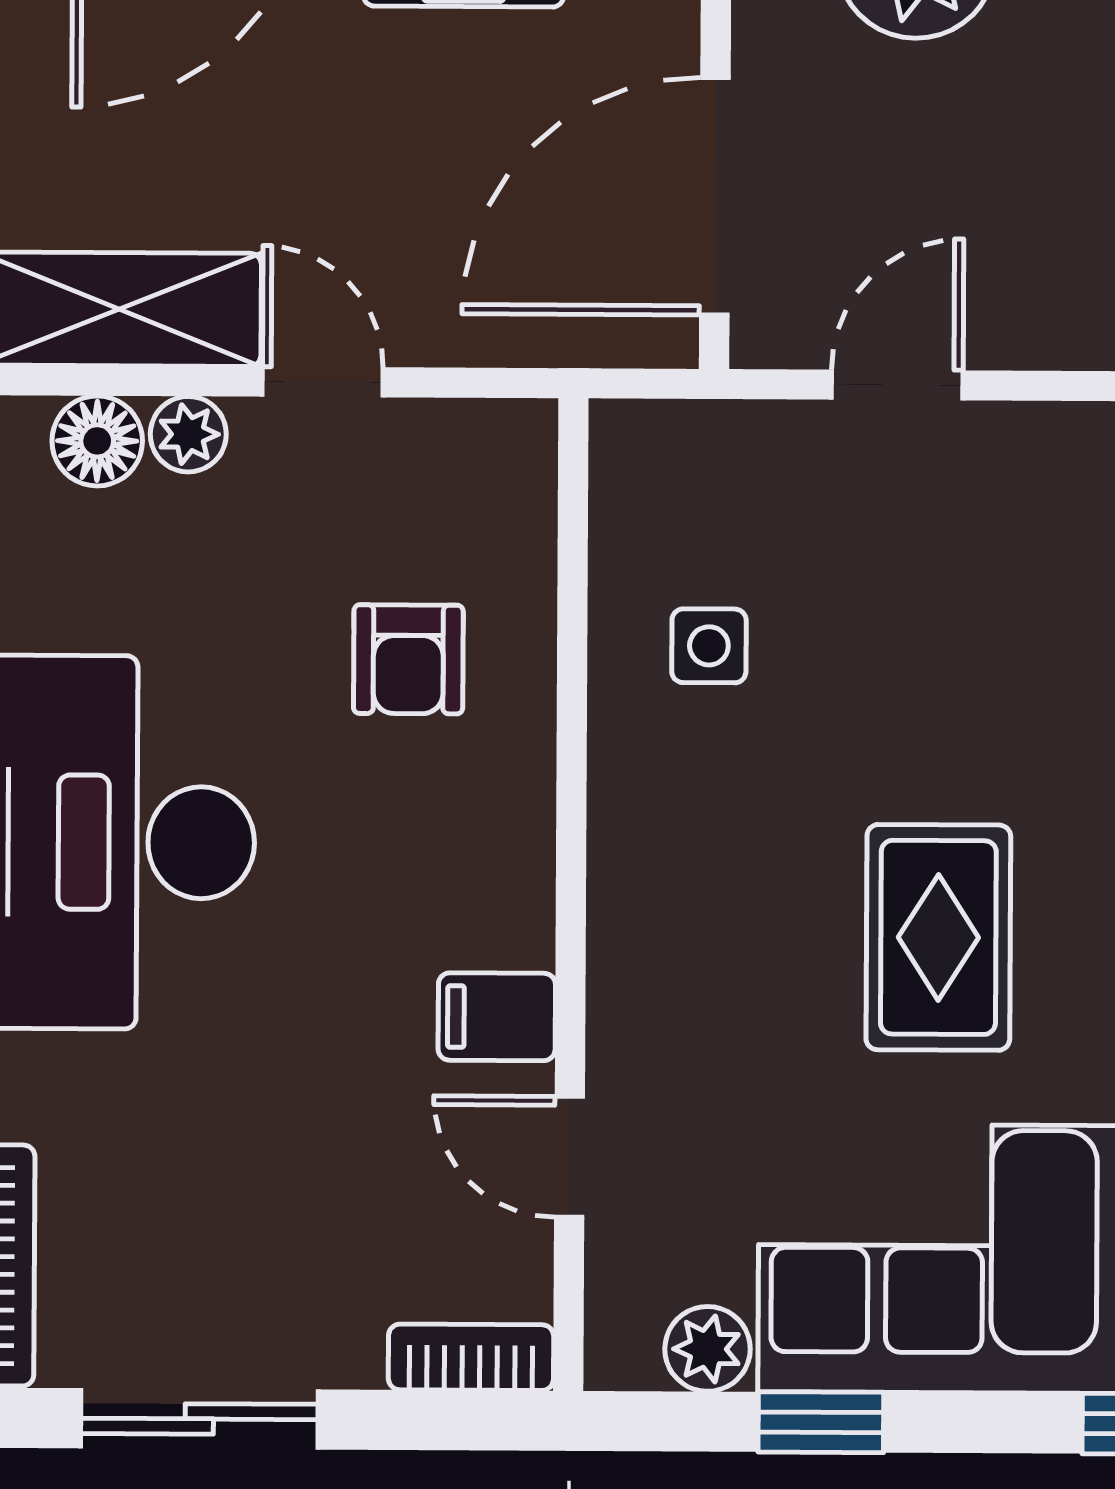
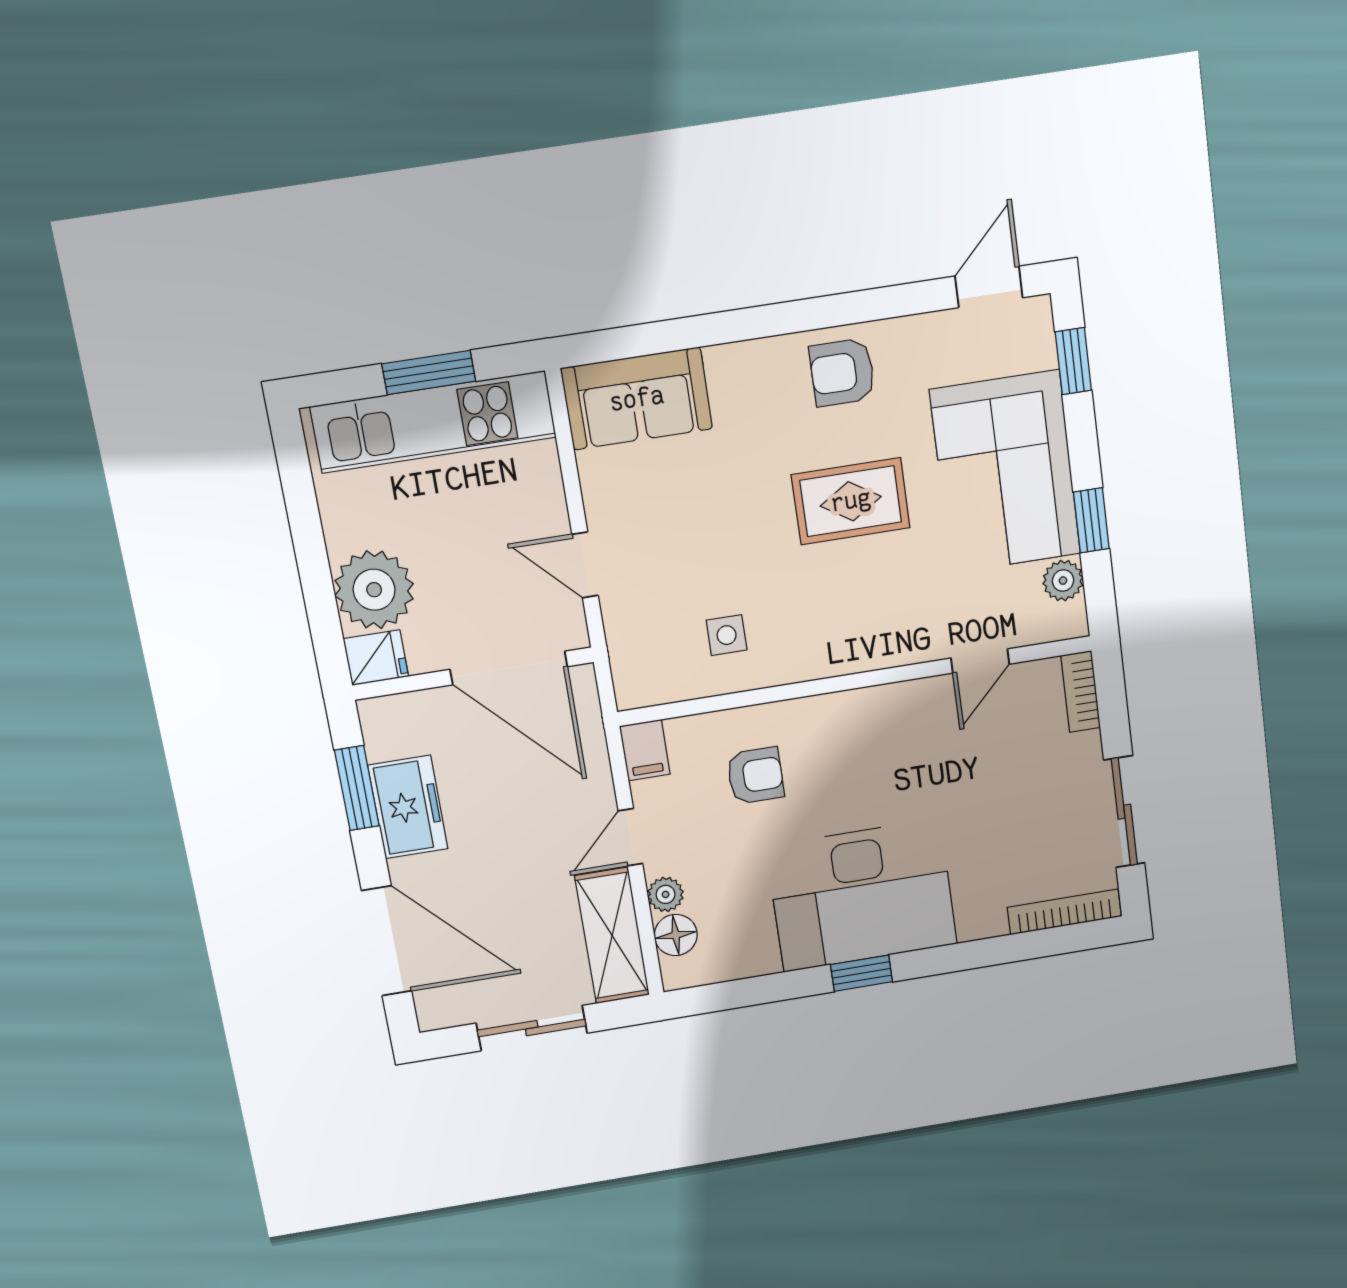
filing cabinet: (497, 1017) -> (645, 750), moved

